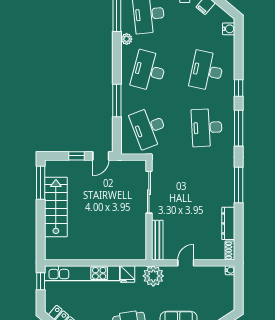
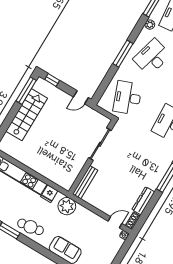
window: (117, 101) -> (123, 54), moved
window: (77, 156) -> (52, 80), moved
door: (186, 263) -> (115, 222), moved

